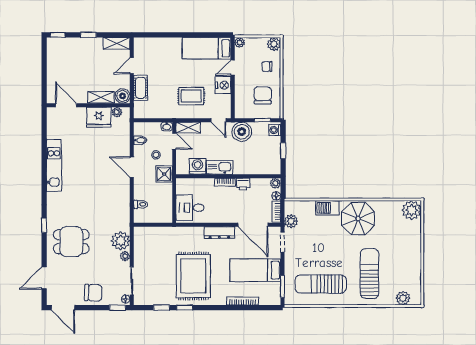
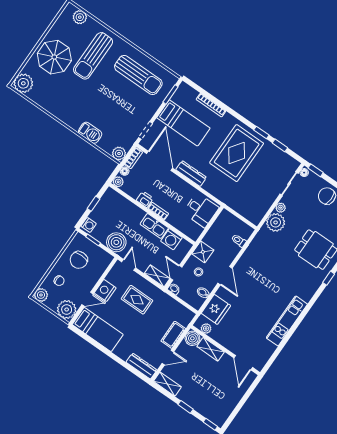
plant: (240, 42) -> (67, 309), width x1.88, depth x1.88
dresser: (149, 43) -> (141, 366), added
fridge: (99, 117) -> (216, 309), moved, turned 90
parasol: (358, 218) -> (54, 57), moved
plant: (291, 221) -> (119, 153), moved

